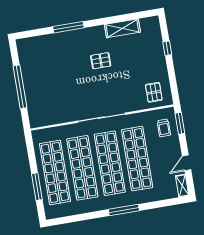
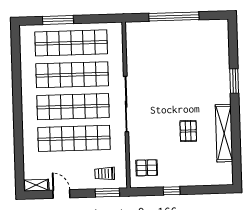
window: (68, 27) -> (234, 81), width x0.69
shelving: (122, 28) -> (224, 133), width x1.47
window: (167, 48) -> (172, 191), moved
pallet: (101, 61) -> (188, 131), moved
window: (124, 210) -> (18, 115), removed

